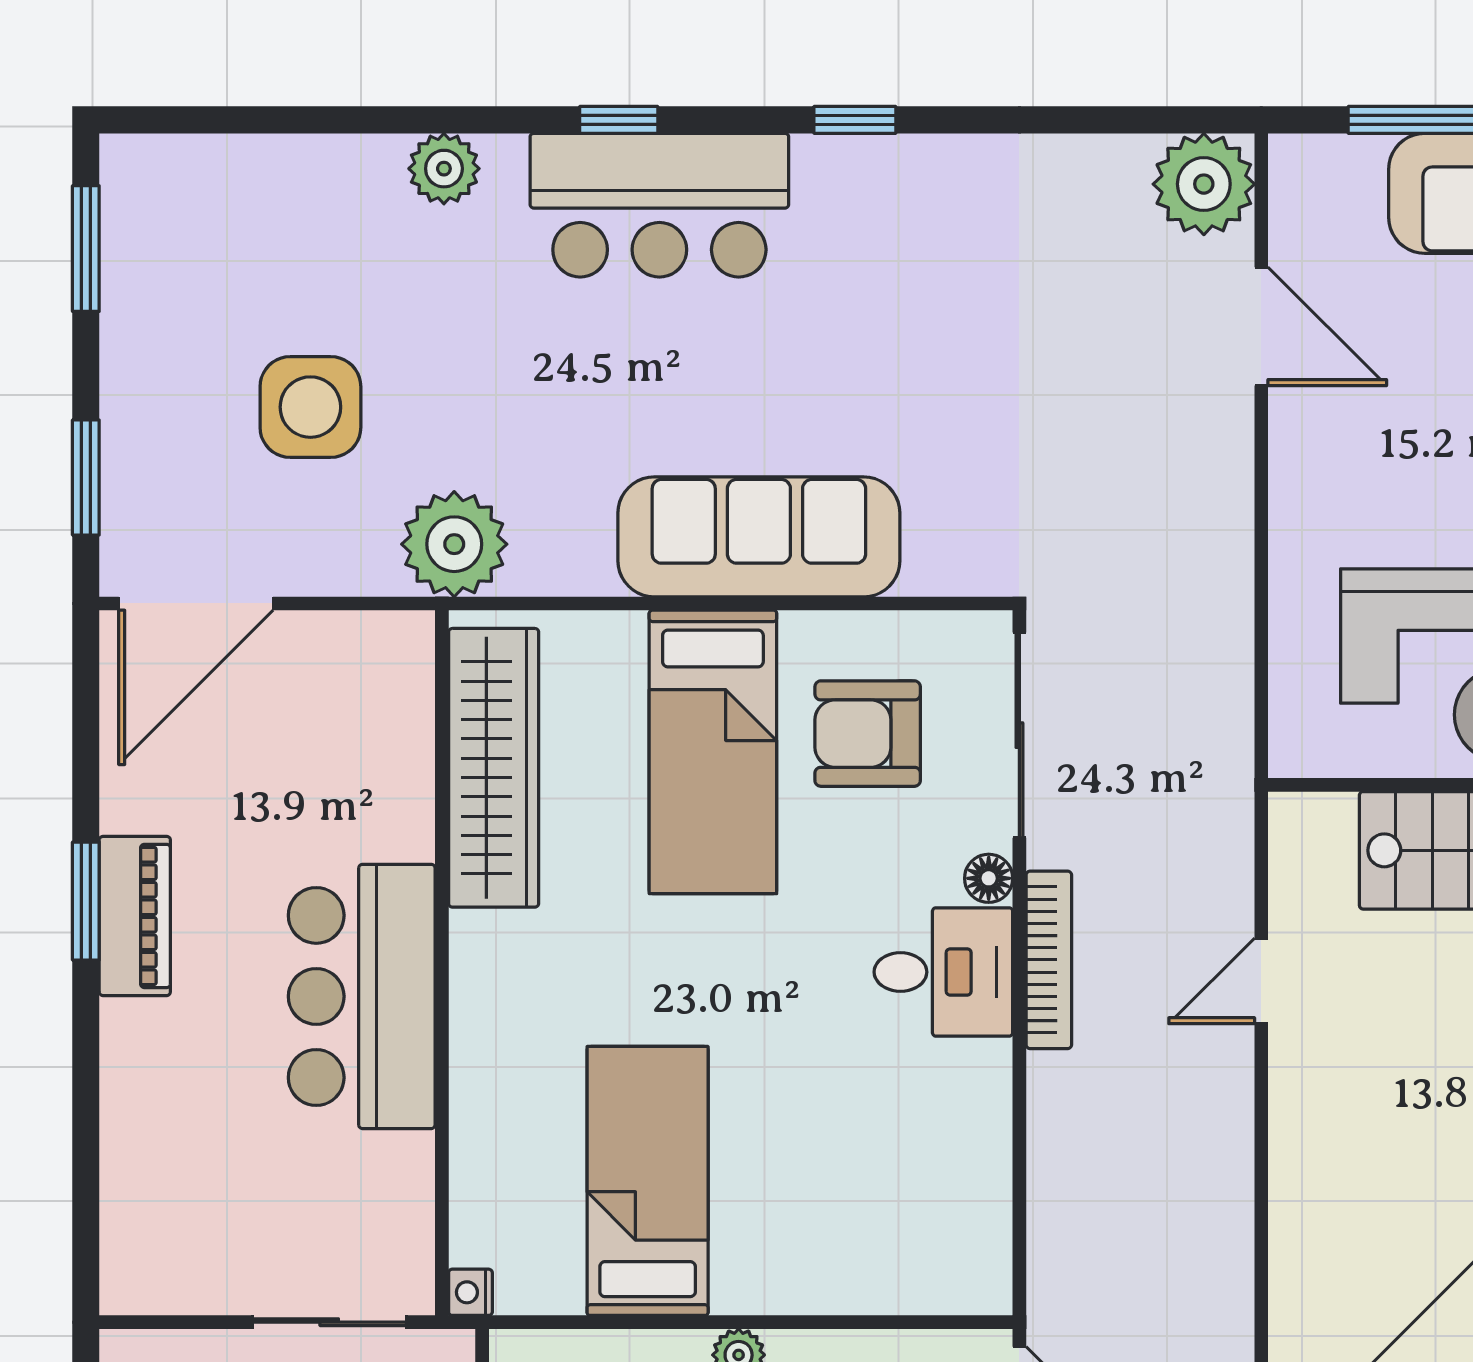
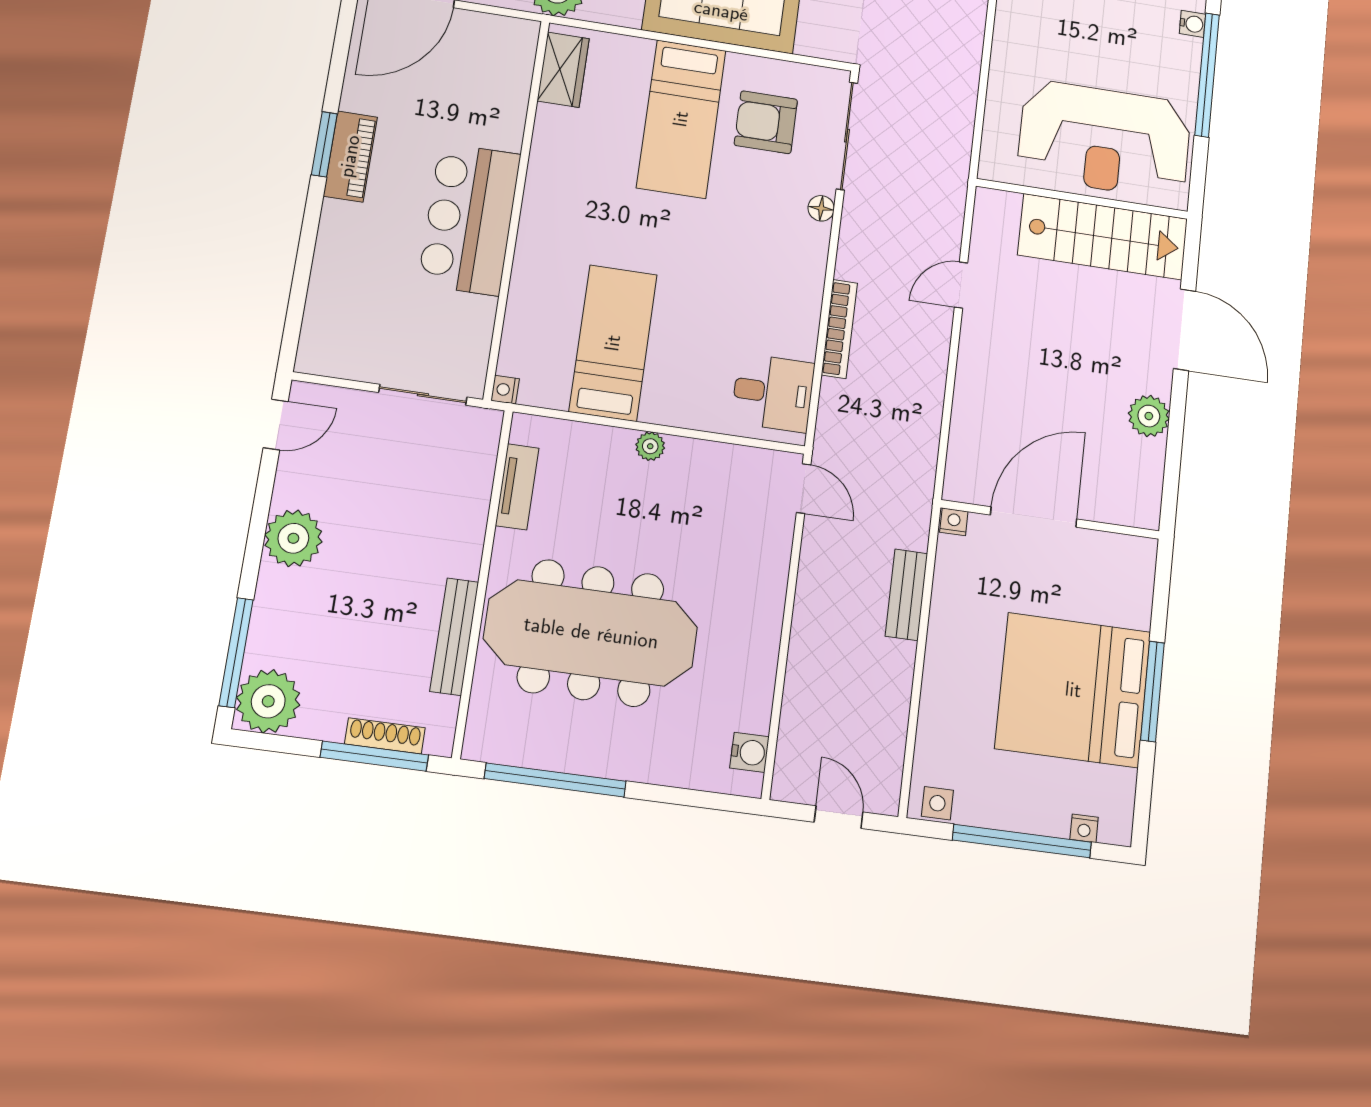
wardrobe: (494, 768) -> (563, 70), width x0.48, depth x0.85
bookcase: (1049, 960) -> (839, 329), moved
desk: (943, 972) -> (773, 393), moved

